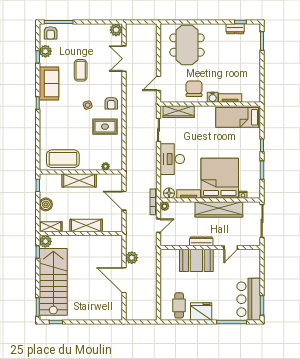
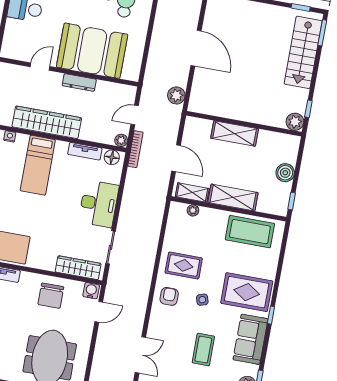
water cooler: (213, 97) -> (91, 291), moved
rug: (58, 116) -> (247, 292), added
bed: (220, 178) -> (38, 165), width x0.49
shelving: (51, 227) -> (192, 193), moved
plant: (132, 258) -> (176, 95), moved
booth: (196, 260) -> (92, 51), width x1.36, depth x1.42
stairs: (53, 282) -> (303, 52), width x0.73, depth x0.66

